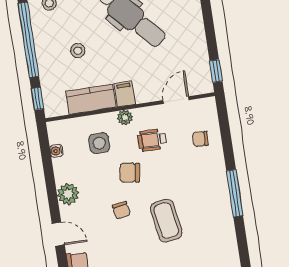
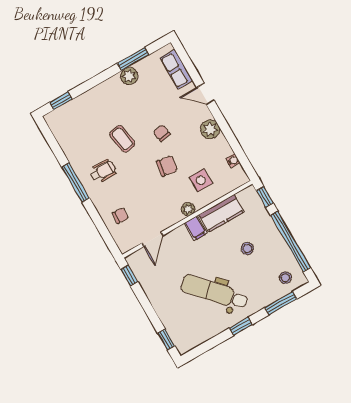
wheelchair: (152, 140) -> (103, 171), moved
coffee table: (166, 221) -> (122, 139), width x0.73, depth x0.77

